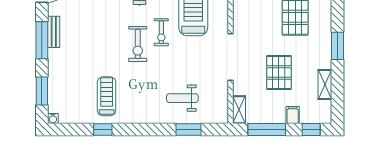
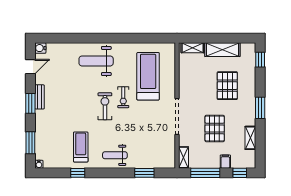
window: (42, 40) -> (30, 103), width x0.69
exercise bike: (138, 44) -> (105, 106), turned 180
weight bench: (182, 98) -> (115, 155), moved

